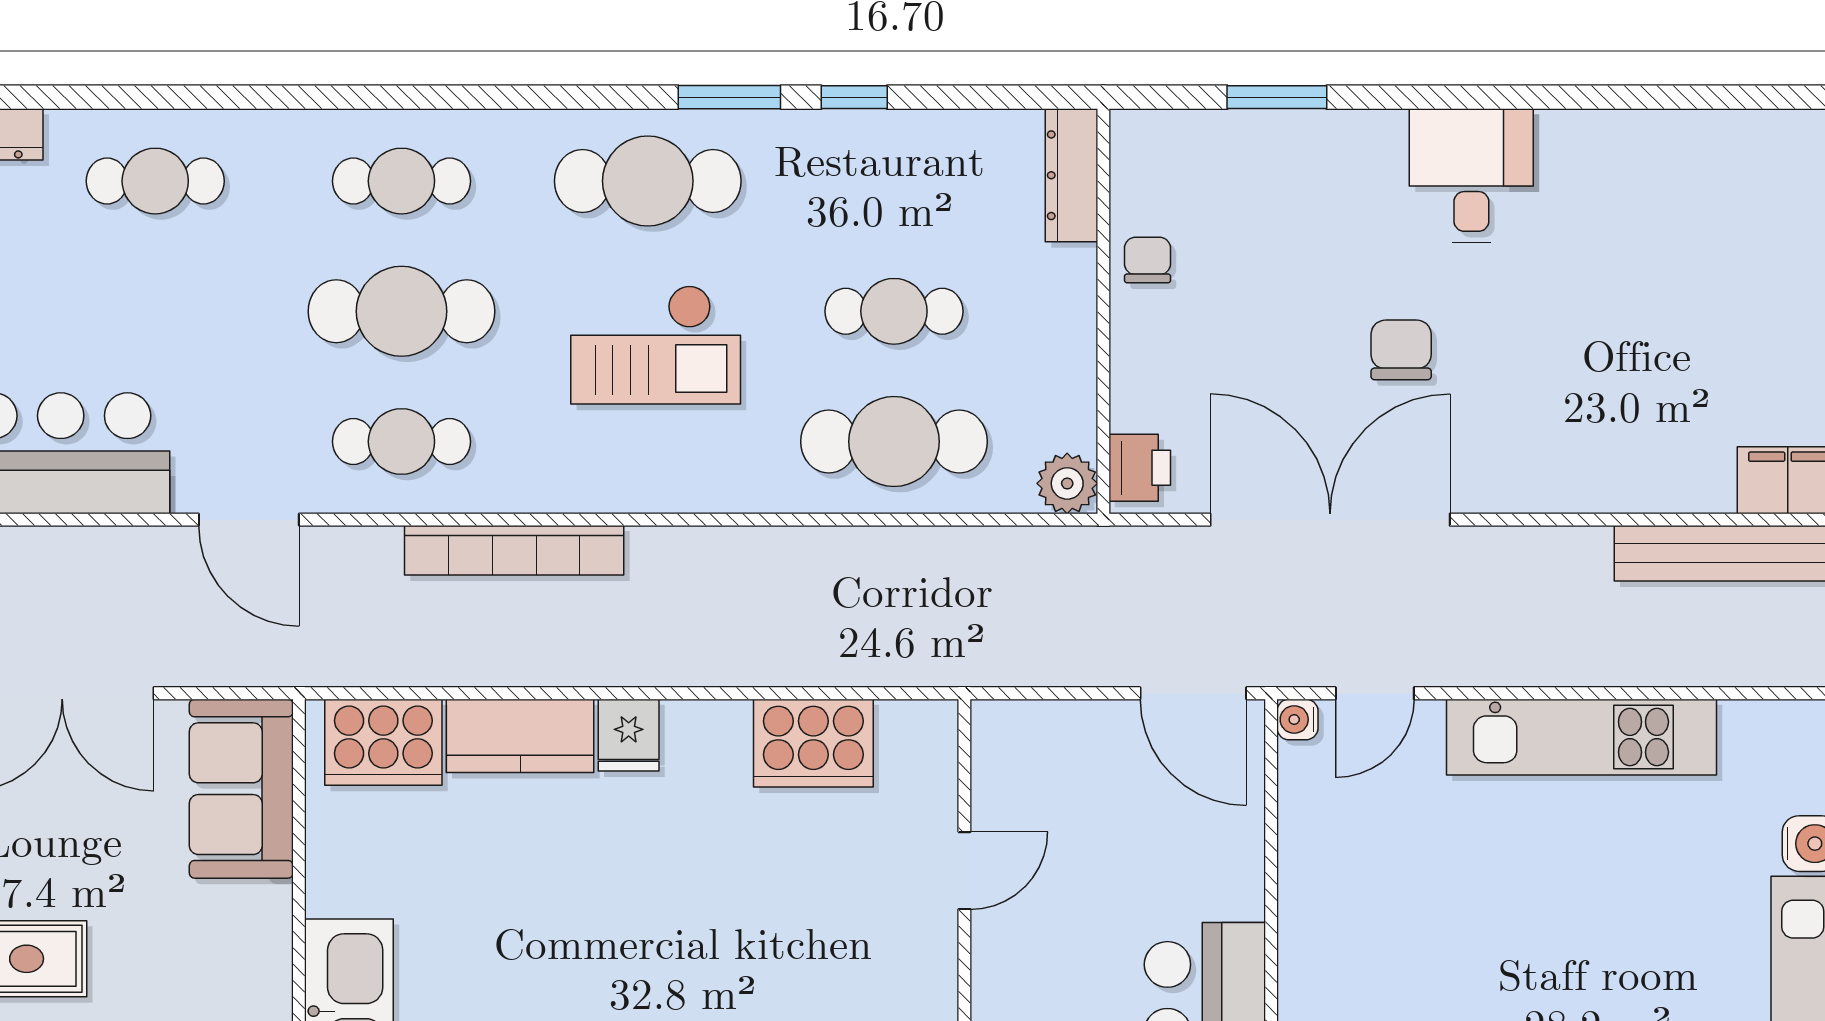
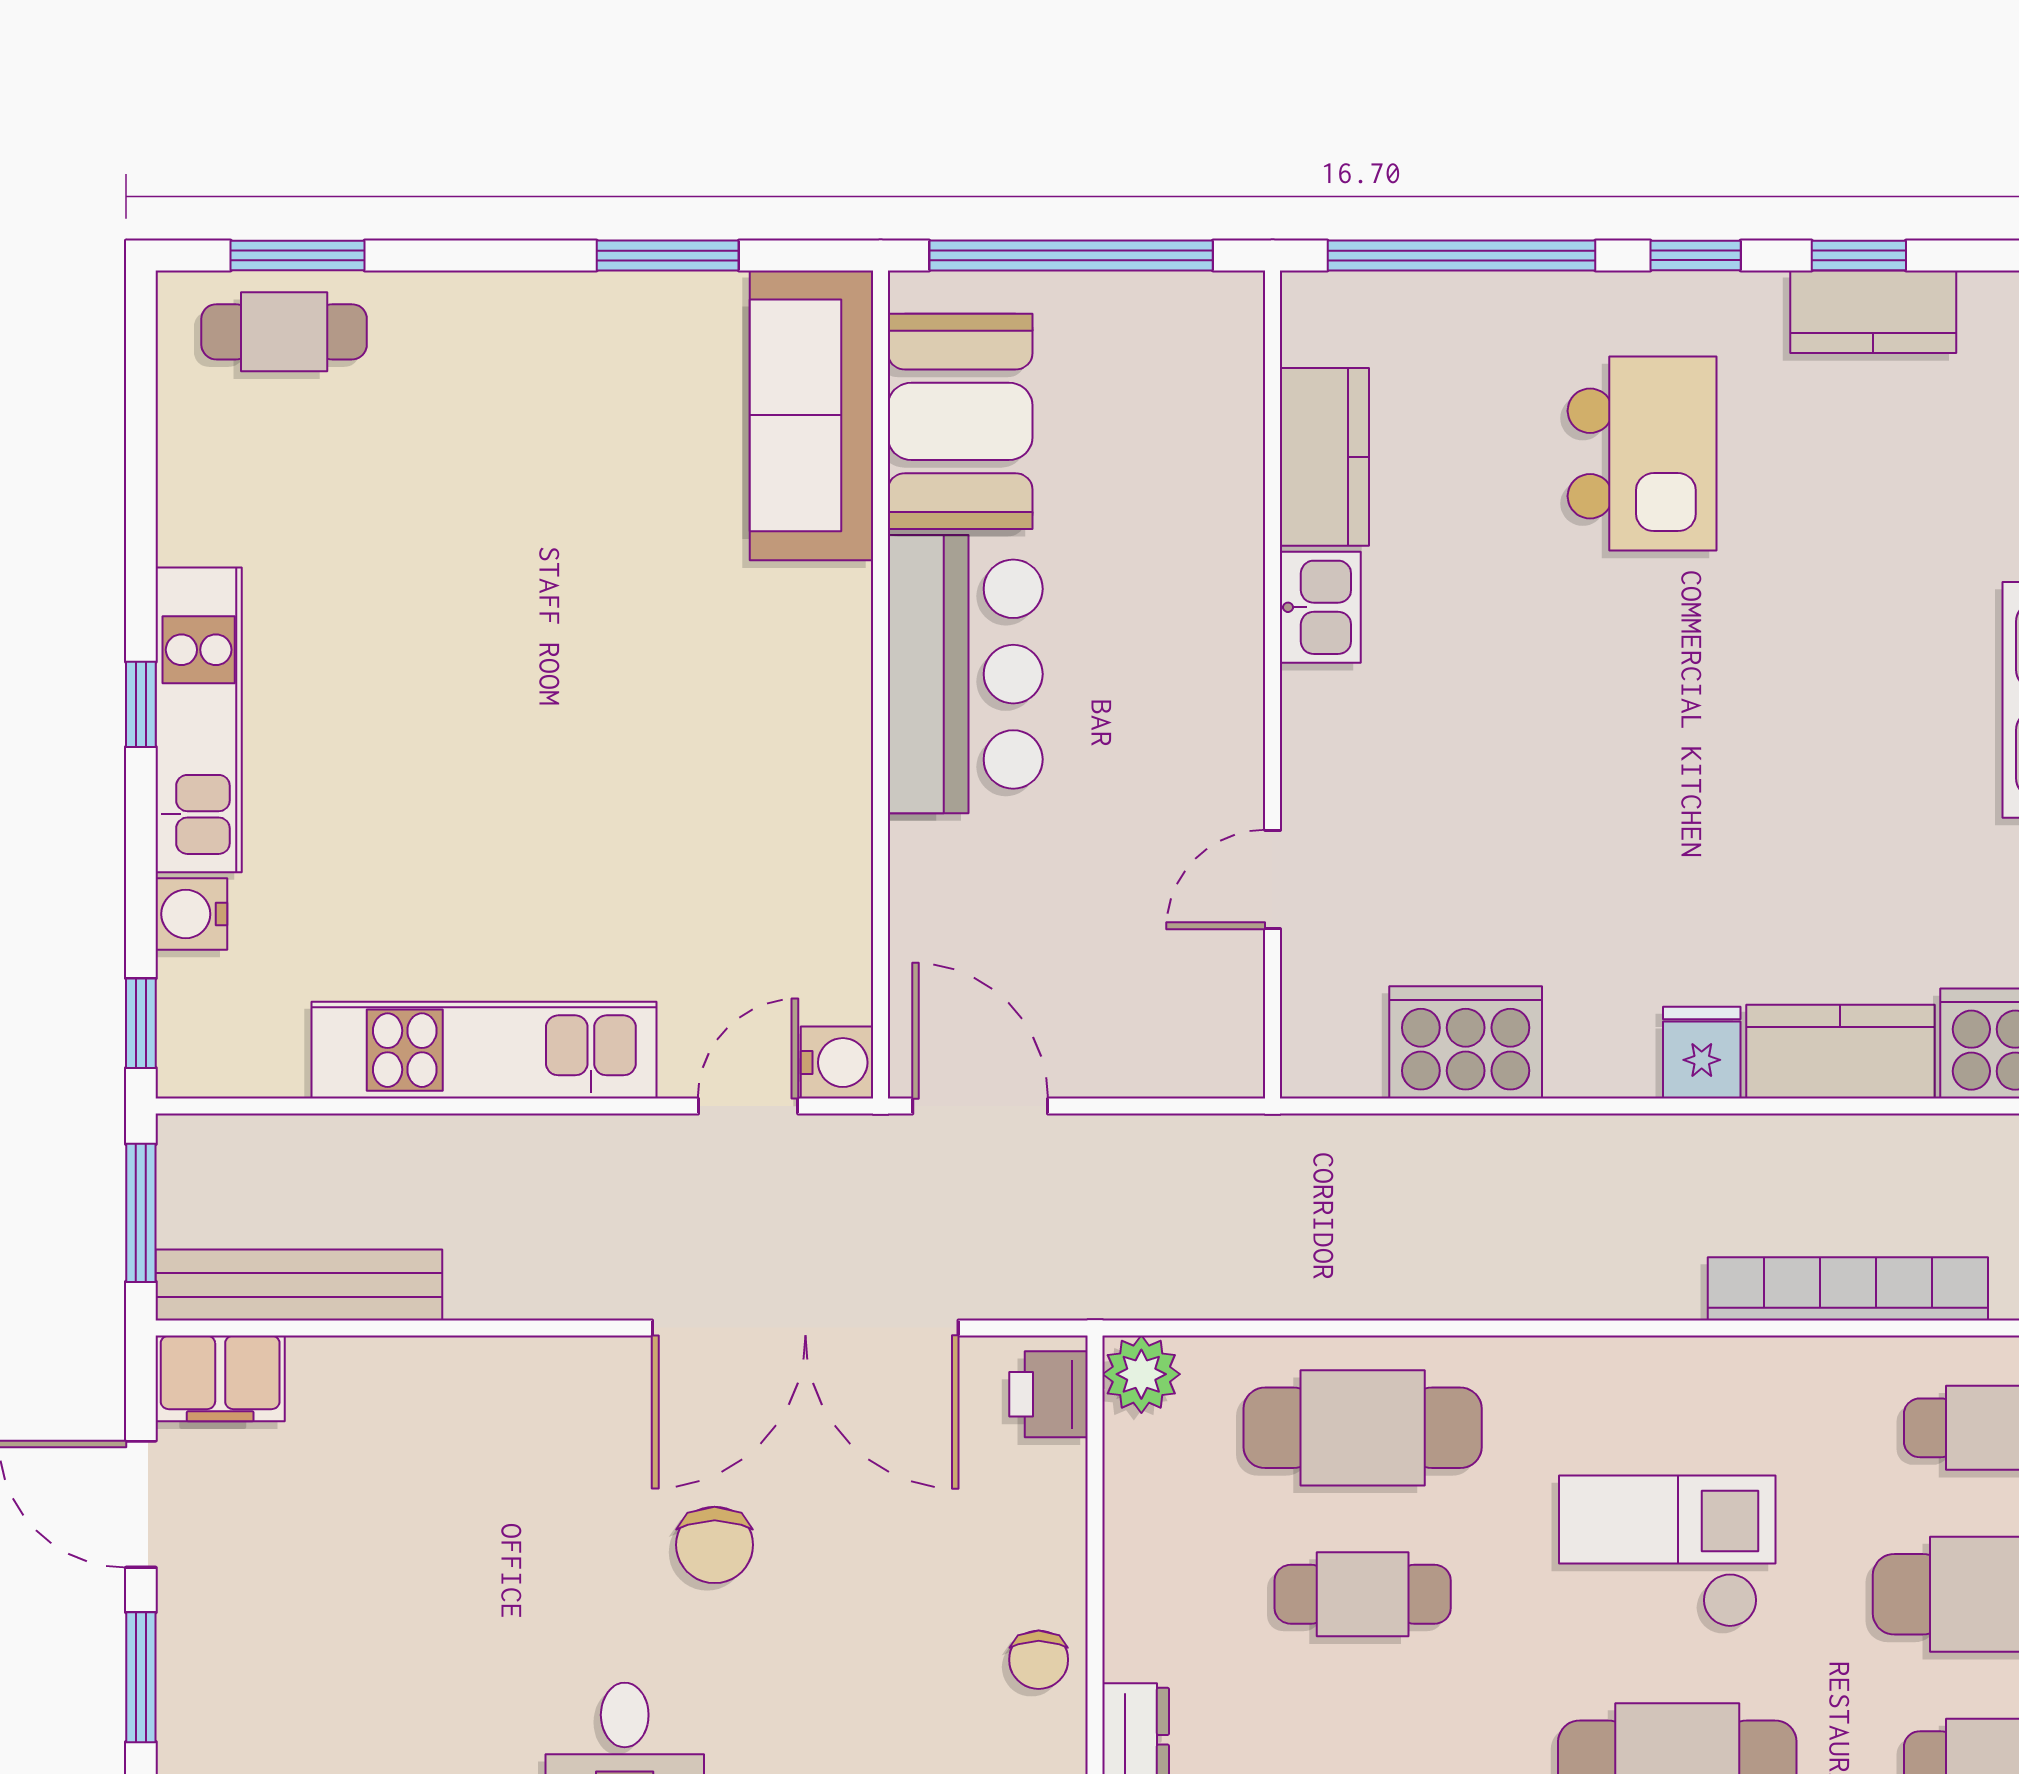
water cooler: (1297, 719) -> (837, 1063), width x1.38, depth x1.38

